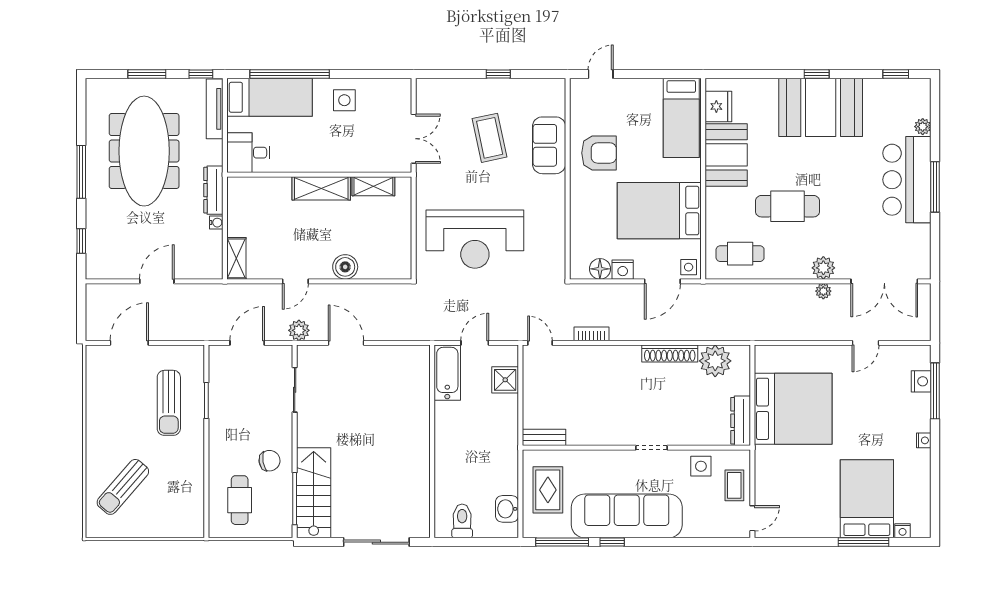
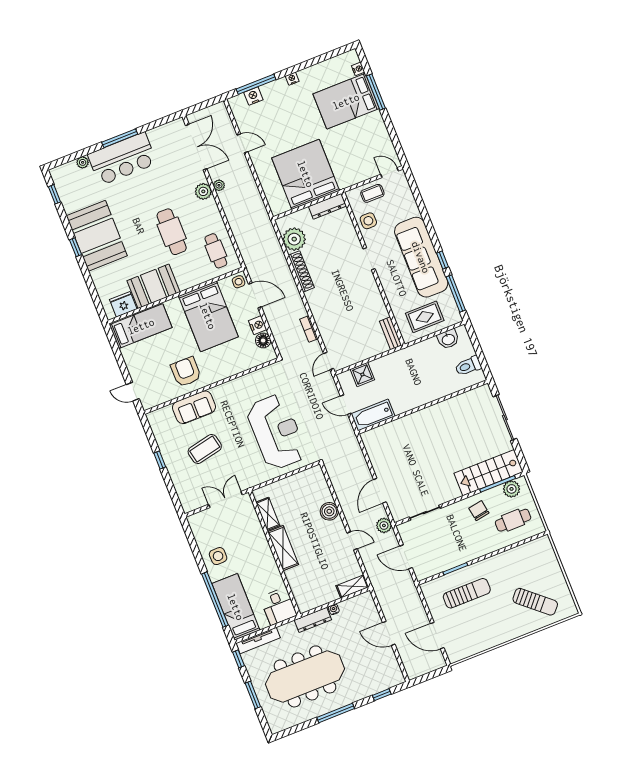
plant: (281, 514) -> (512, 489), added

